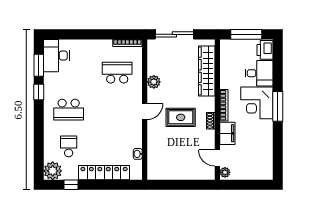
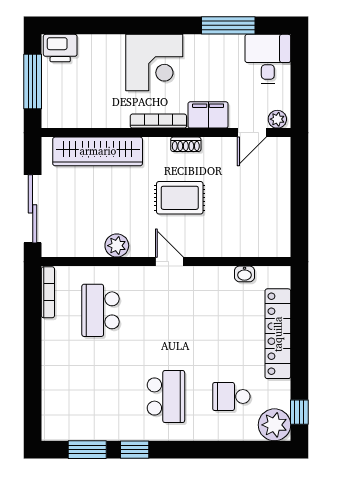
desk: (56, 56) -> (70, 418), removed
desk: (259, 73) -> (268, 59), moved
window: (278, 106) -> (228, 25), moved
rug: (181, 117) -> (180, 198), turned 90
window: (71, 185) -> (299, 412), moved

